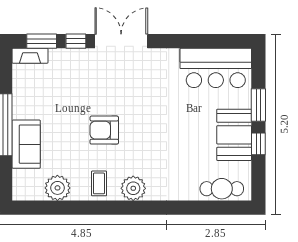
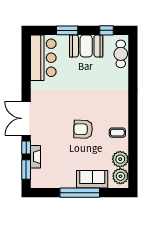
fireplace: (30, 56) -> (35, 157), moved
armchair: (104, 130) -> (83, 129), turned 92
window: (258, 144) -> (107, 30), moved
plant: (133, 188) -> (120, 176), moved

